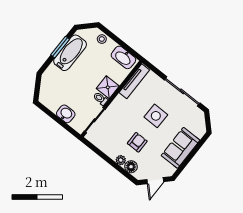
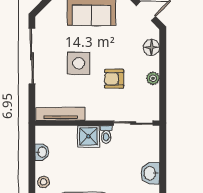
washbasin: (123, 57) -> (42, 152), width x0.52, depth x0.69
washbasin: (66, 114) -> (150, 173), moved
armchair: (137, 142) -> (114, 79), moved
plant: (121, 160) -> (153, 78), moved

